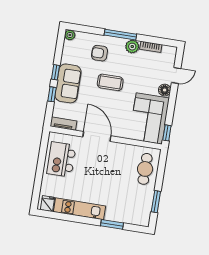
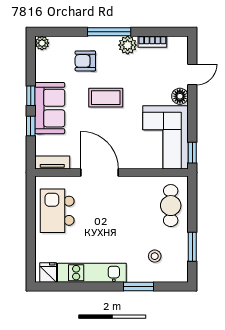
stool: (127, 204) -> (155, 256), added

